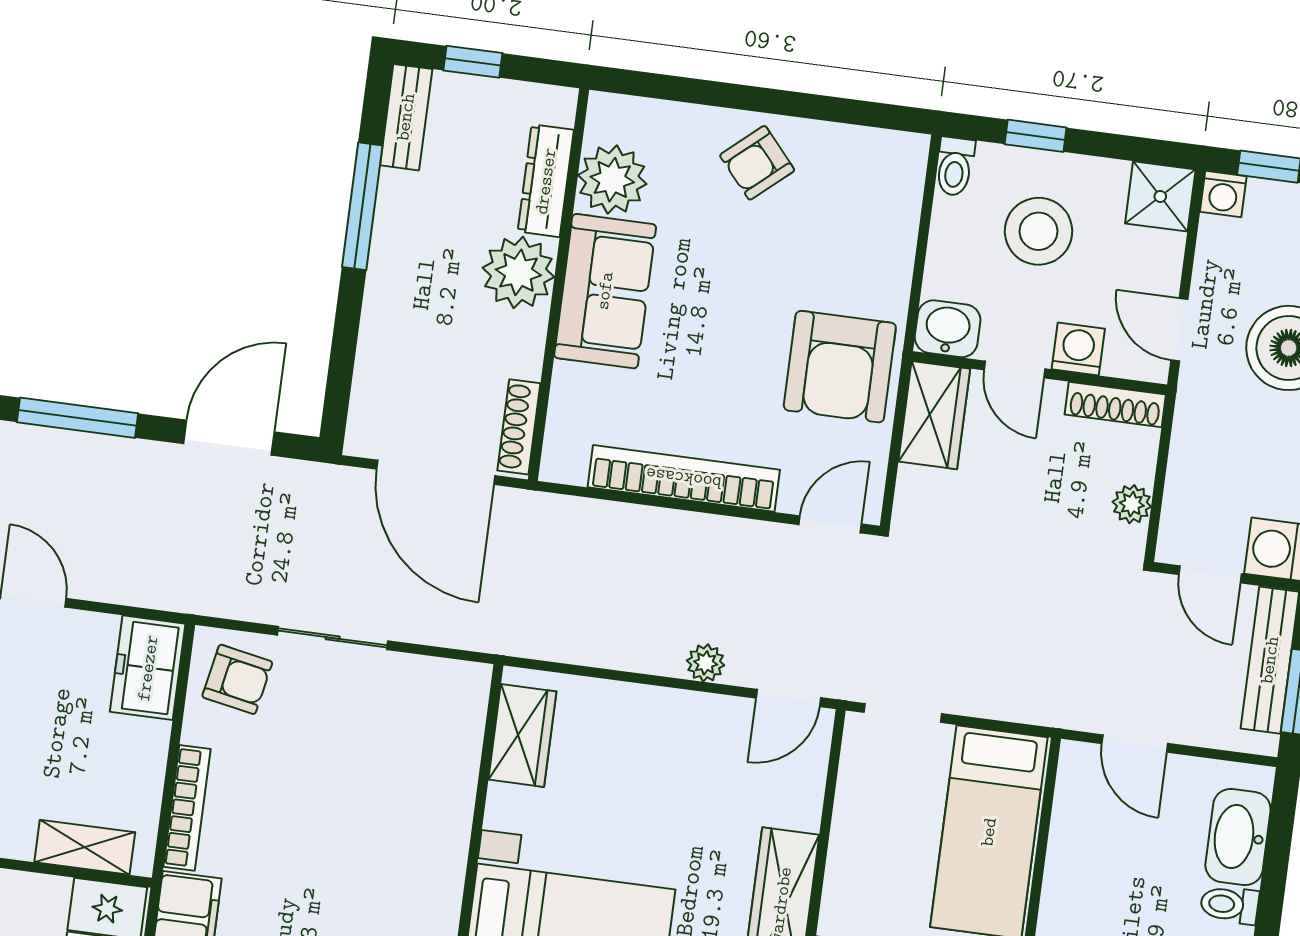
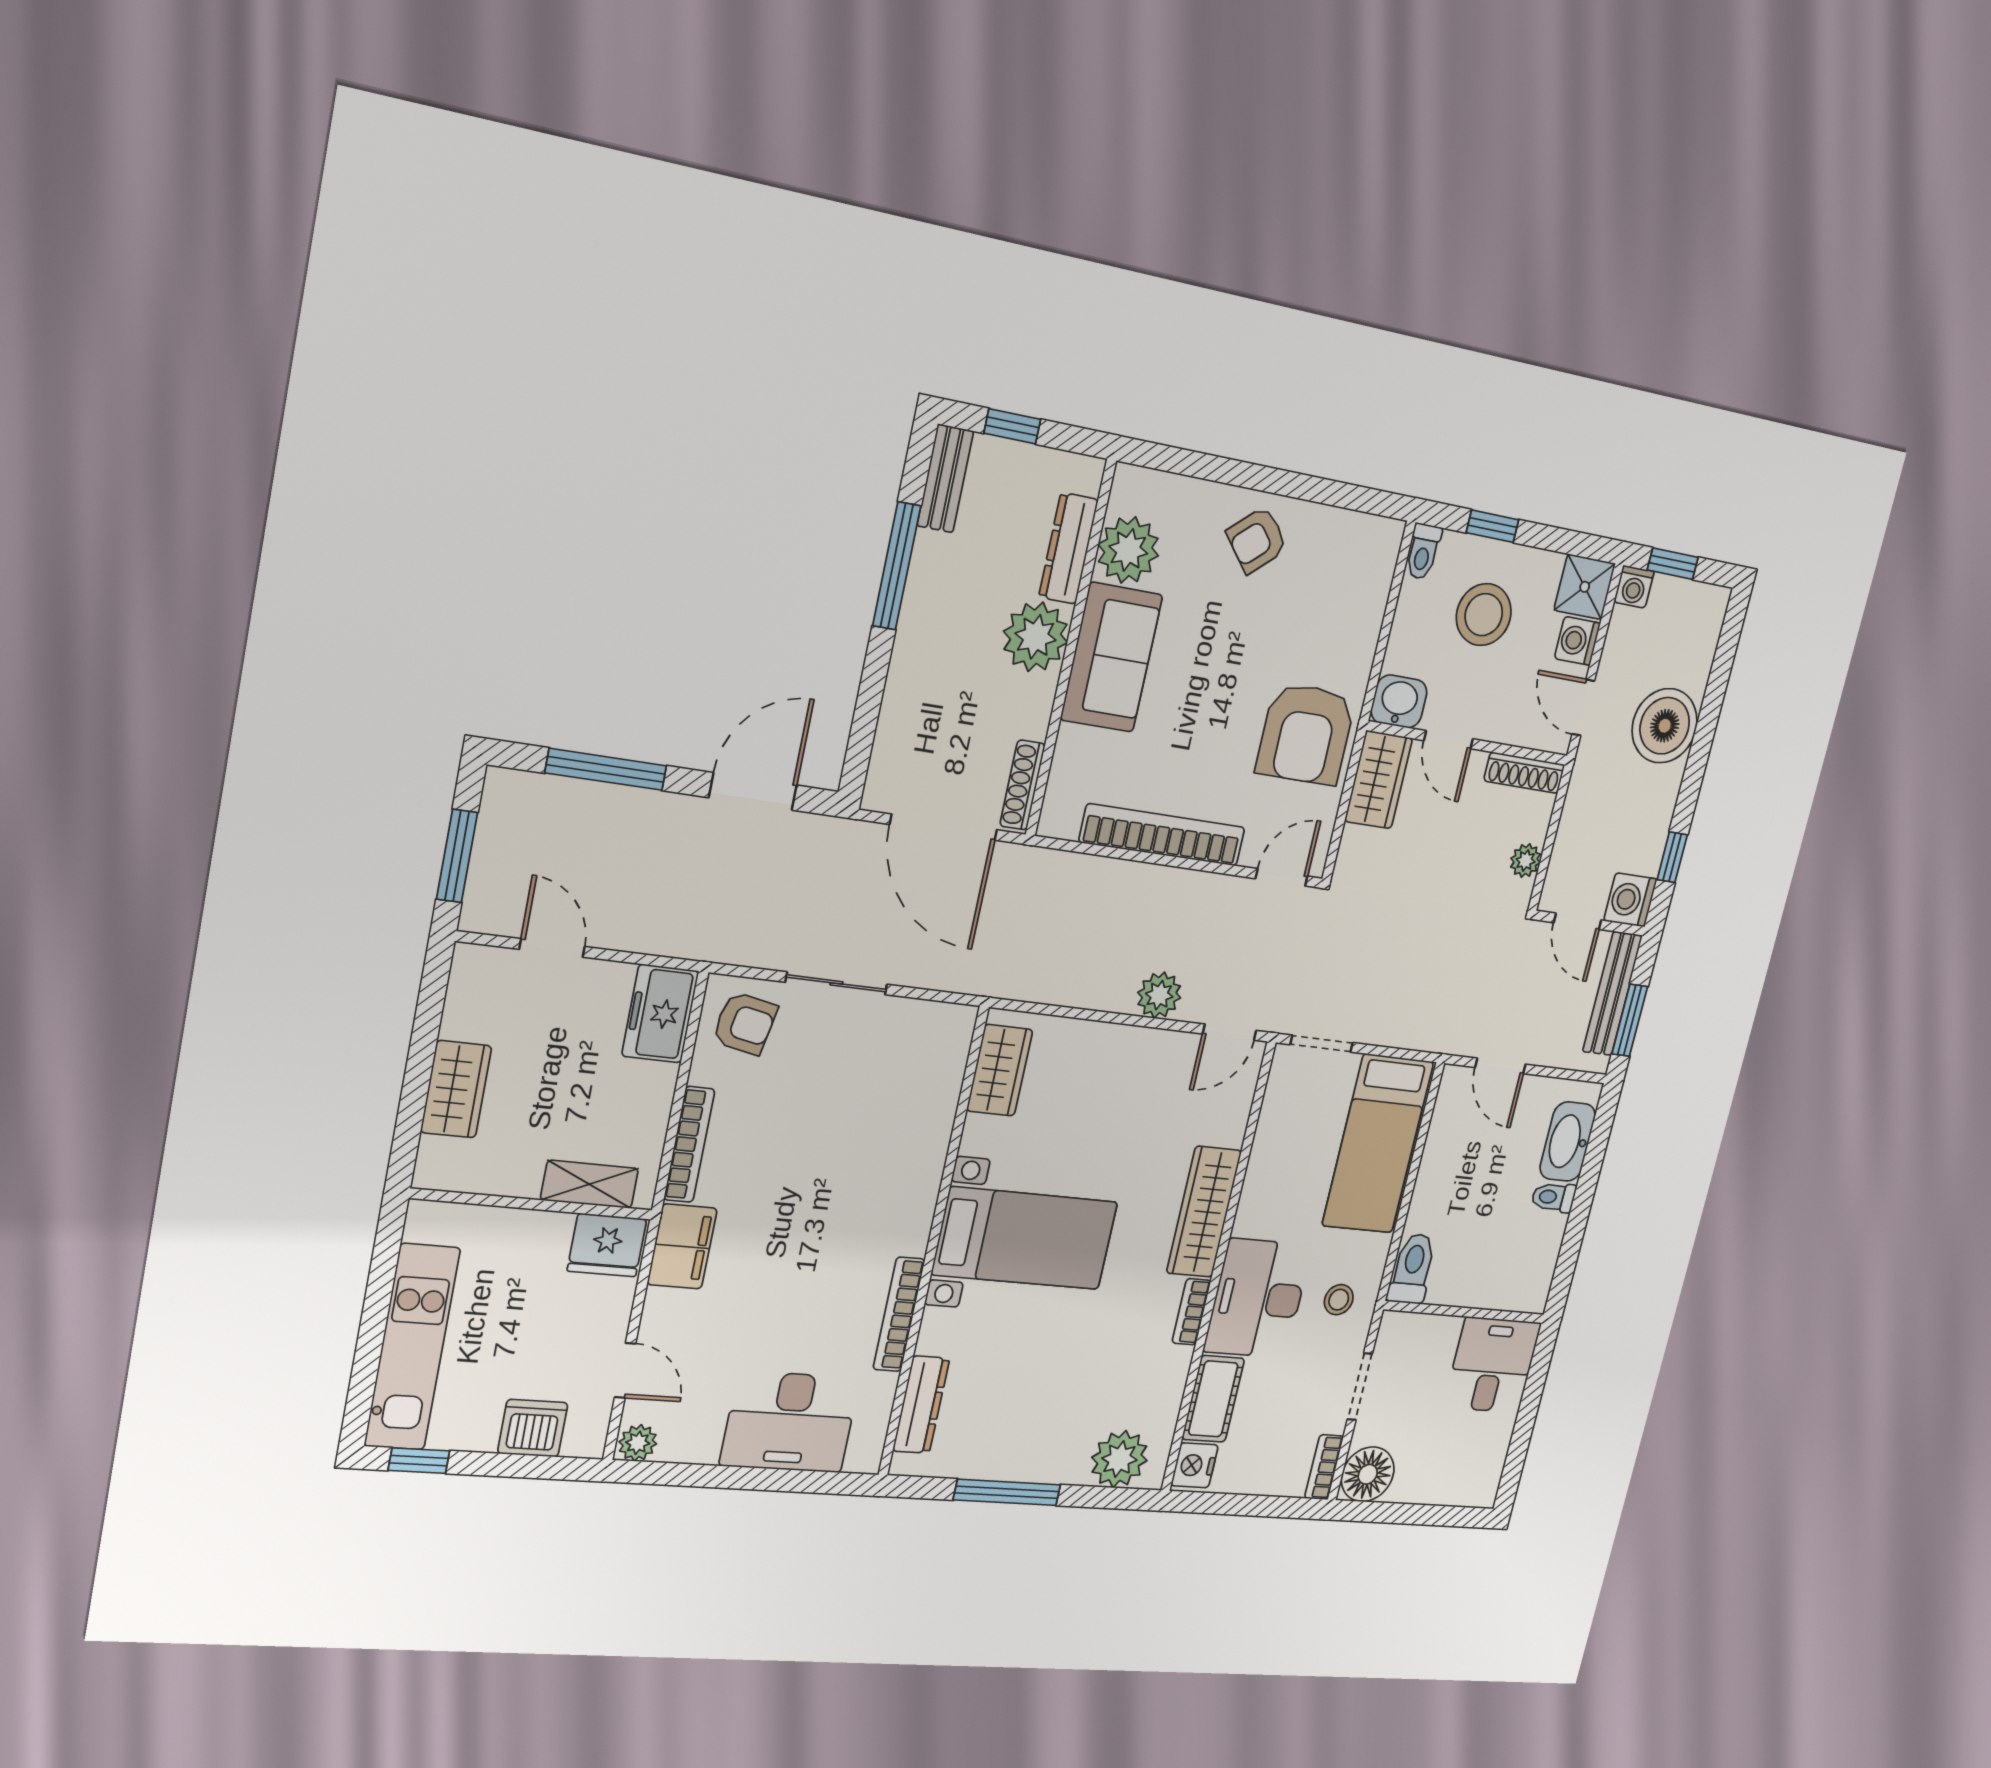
washing machine: (1078, 349) -> (1577, 641), moved, turned -90
plant: (706, 663) -> (1159, 995), width x1.38, depth x1.38

